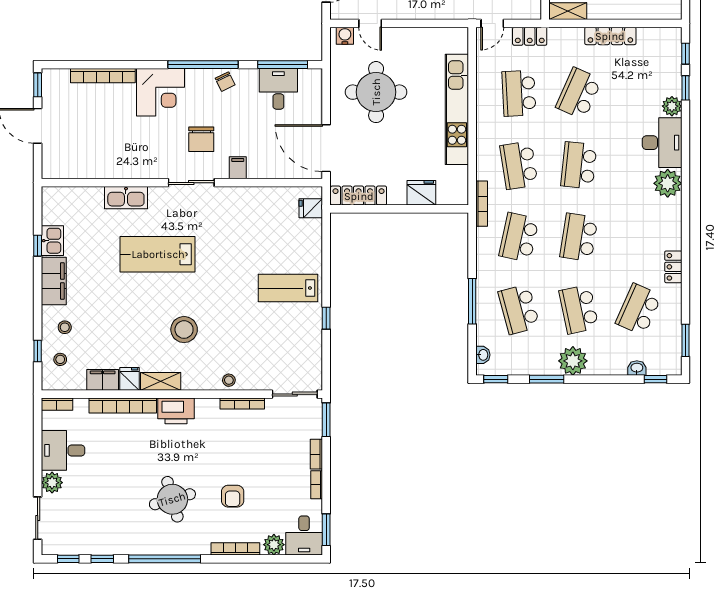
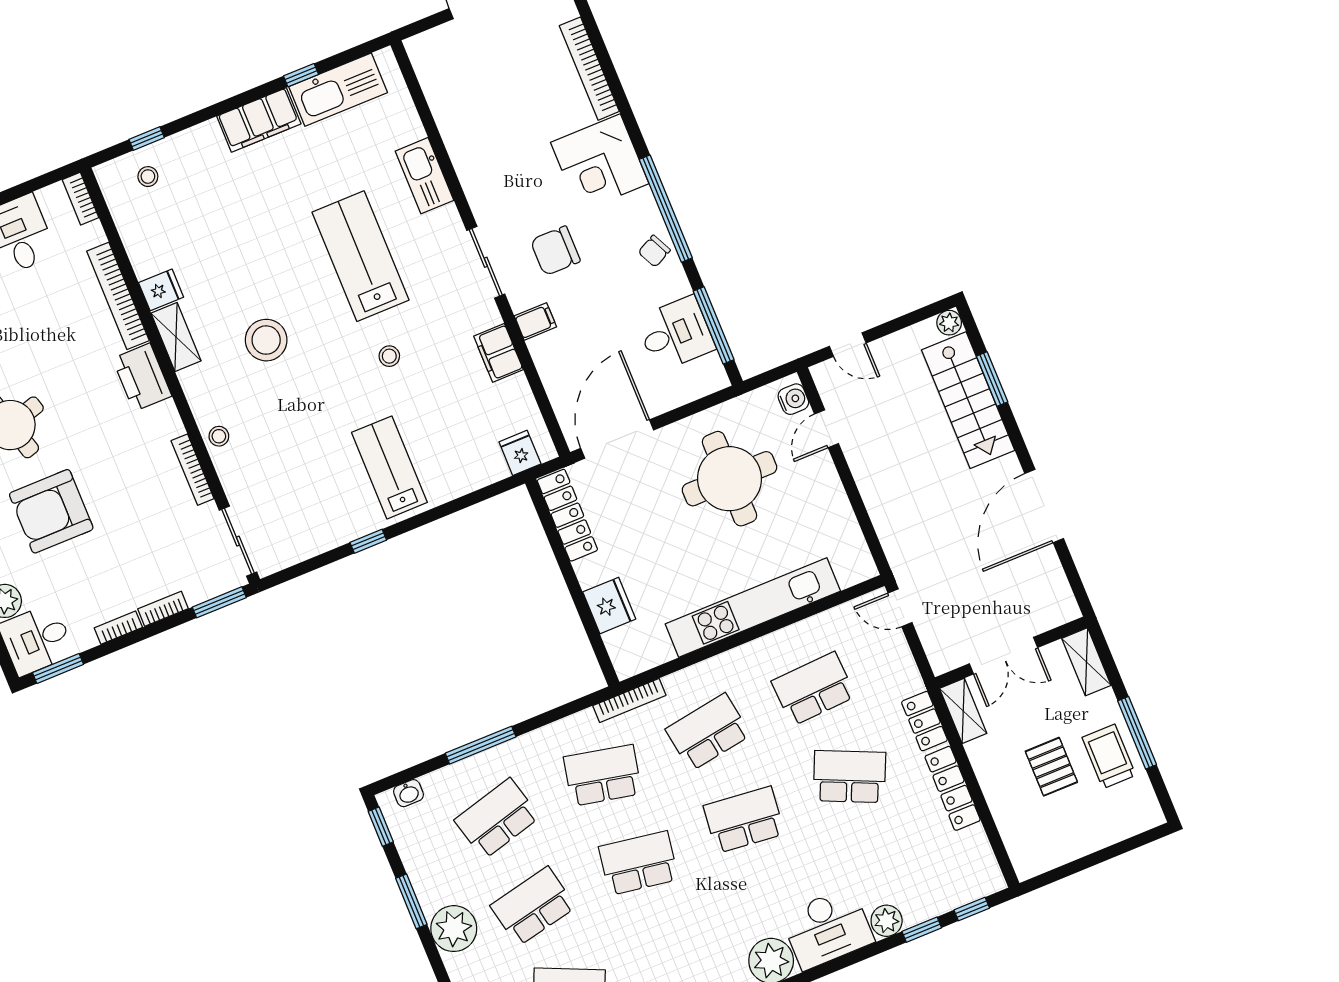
locker: (530, 36) -> (924, 721), moved
kitchen sink: (52, 241) -> (338, 90), width x1.87, depth x1.24
stool: (65, 327) -> (389, 356), moved
filing cabinet: (103, 380) -> (499, 353), moved, turned 180
armchair: (233, 496) -> (51, 511), width x1.88, depth x1.88

